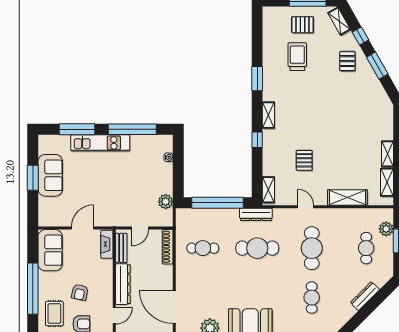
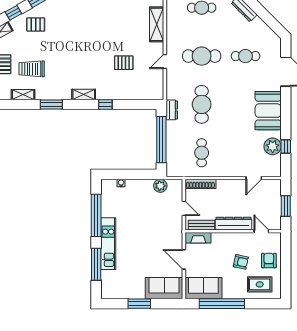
sofa: (50, 175) -> (164, 288), moved
shelving: (268, 190) -> (23, 95), moved
dresser: (256, 214) -> (172, 110), width x0.70
window: (33, 289) -> (222, 304), moved
door: (174, 307) -> (254, 178), width x0.53

